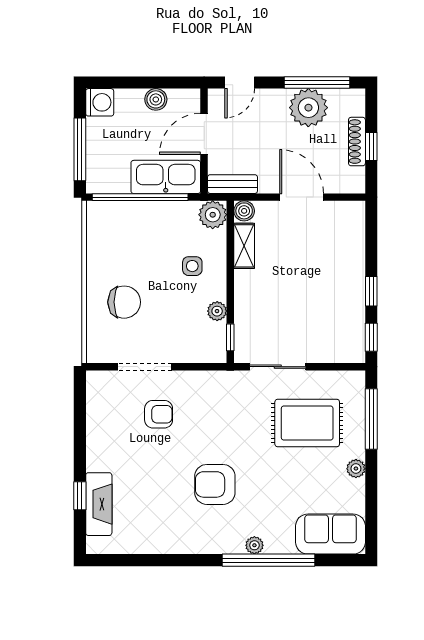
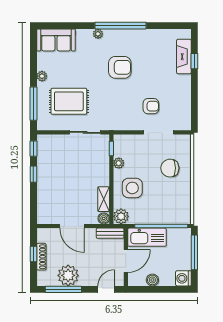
side table: (192, 266) -> (132, 188), width x1.87, depth x1.87
armchair: (159, 414) -> (151, 106), turned 180
window: (268, 560) -> (121, 26), moved

